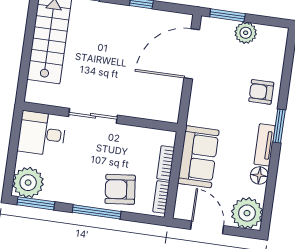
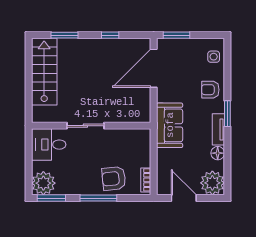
plant: (246, 33) -> (192, 47), removed
side table: (272, 50) -> (214, 57), added
sofa: (198, 157) -> (170, 125), moved
bookcase: (166, 163) -> (145, 154), removed

